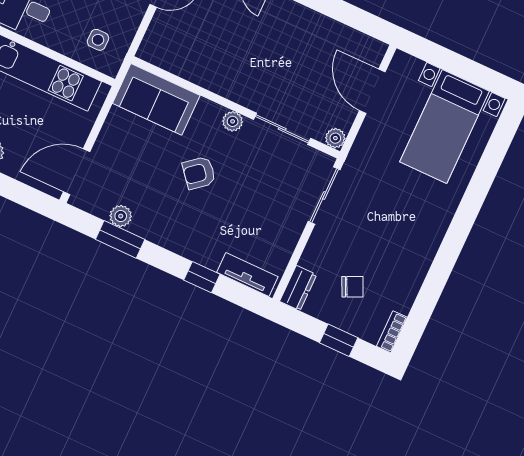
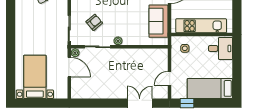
door: (372, 91) -> (69, 67), moved
sofa: (156, 99) -> (158, 21), moved, turned -90
armchair: (199, 173) -> (94, 22), moved

